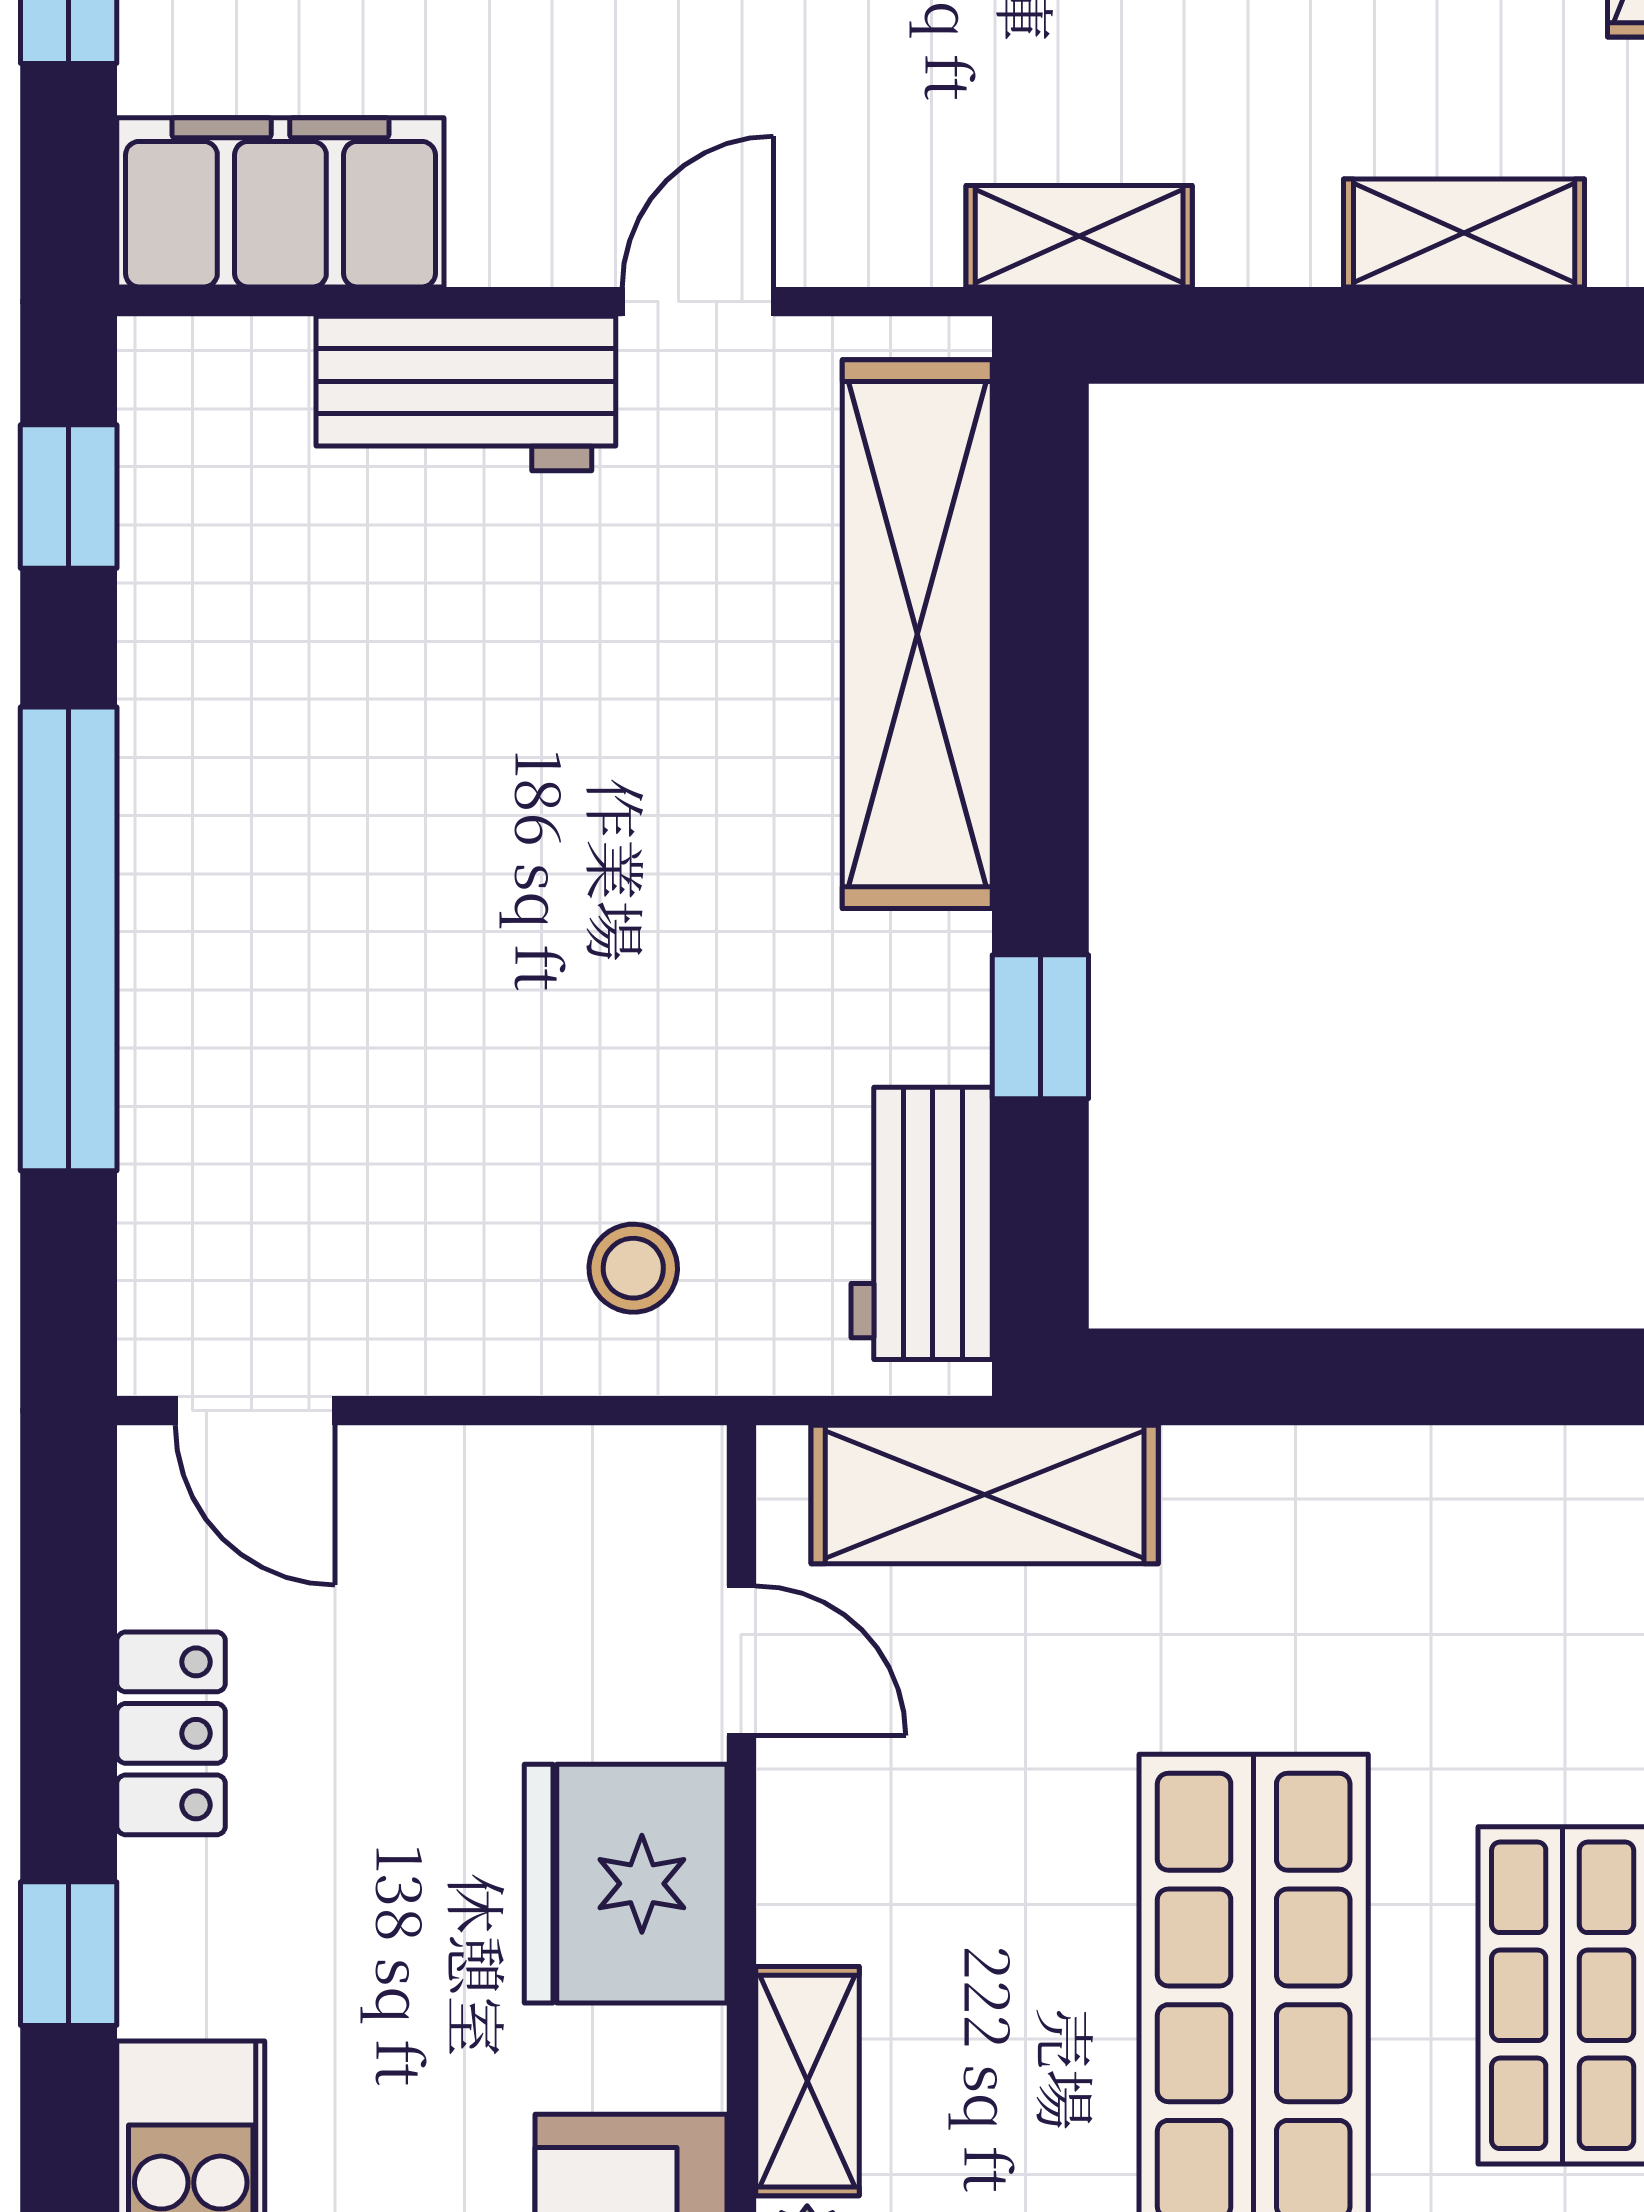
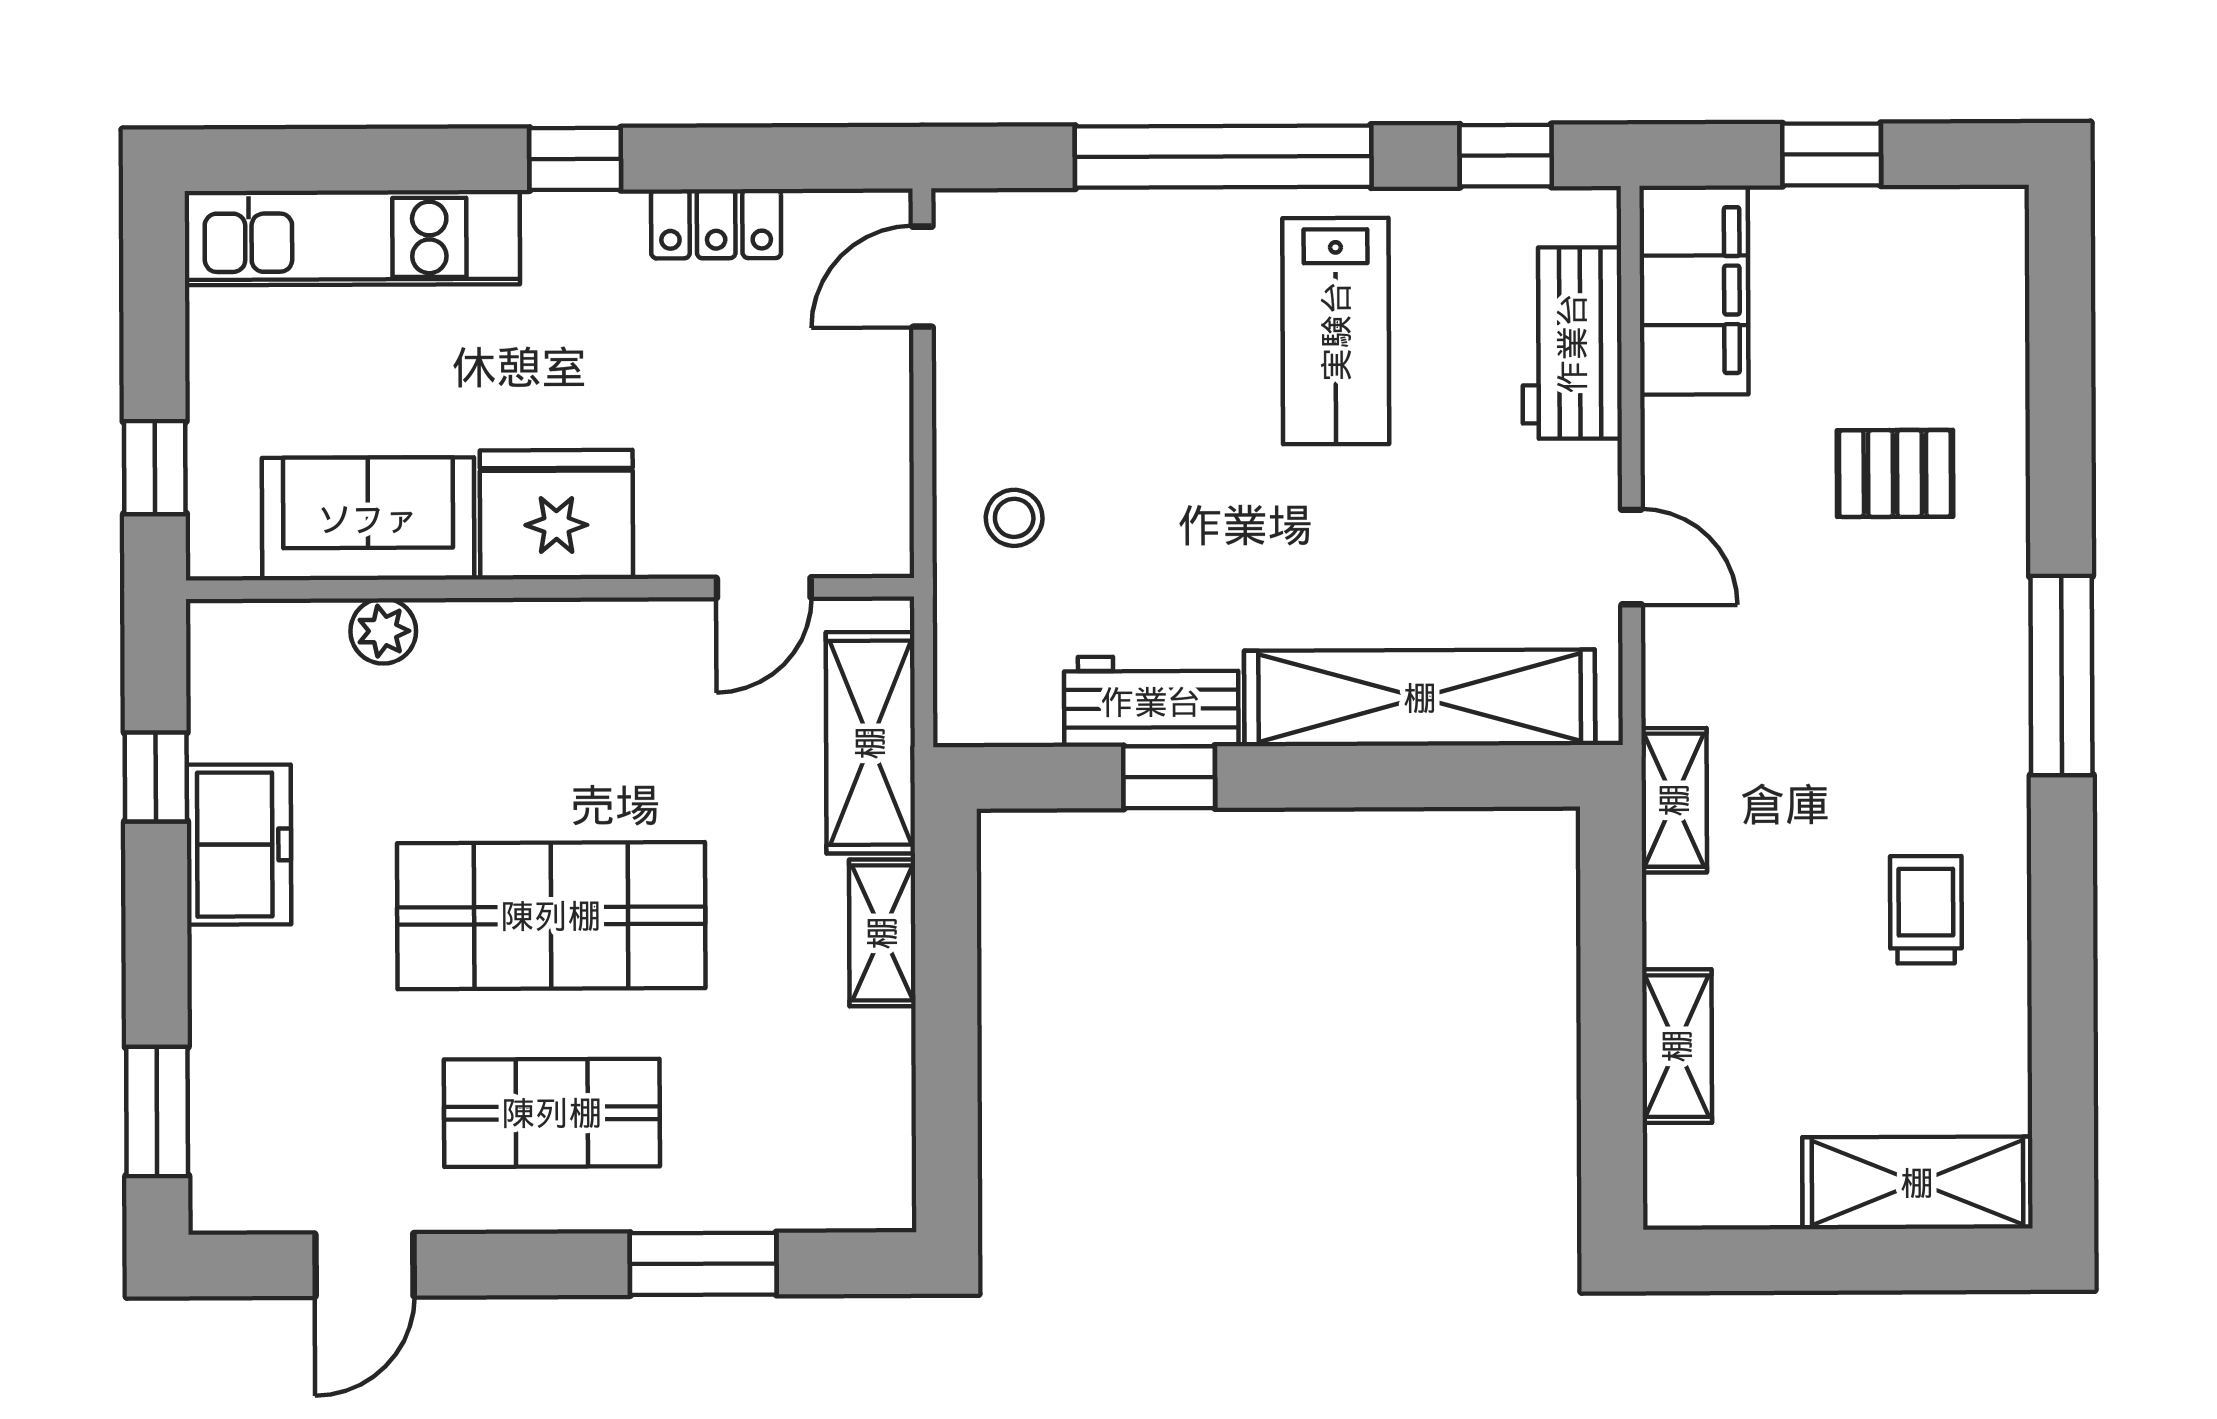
workbench: (466, 393) -> (1572, 343), moved
lab bench: (343, 763) -> (1336, 331), added
workbench: (922, 1223) -> (1151, 702), moved
fridge: (626, 1884) -> (556, 515), moved
shelving: (807, 2081) -> (882, 933), moved, turned 90

